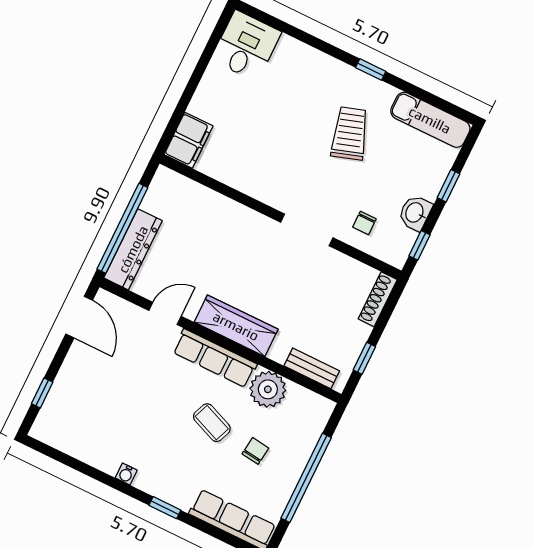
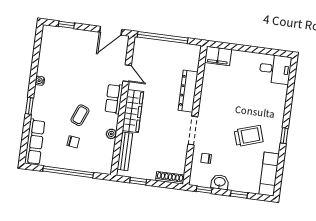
dresser: (133, 249) -> (188, 91), moved, turned 90
row of seats: (215, 358) -> (114, 99), width x0.68
bench: (312, 368) -> (125, 151), width x1.36
plant: (268, 389) -> (111, 134), width x0.53, depth x0.53

